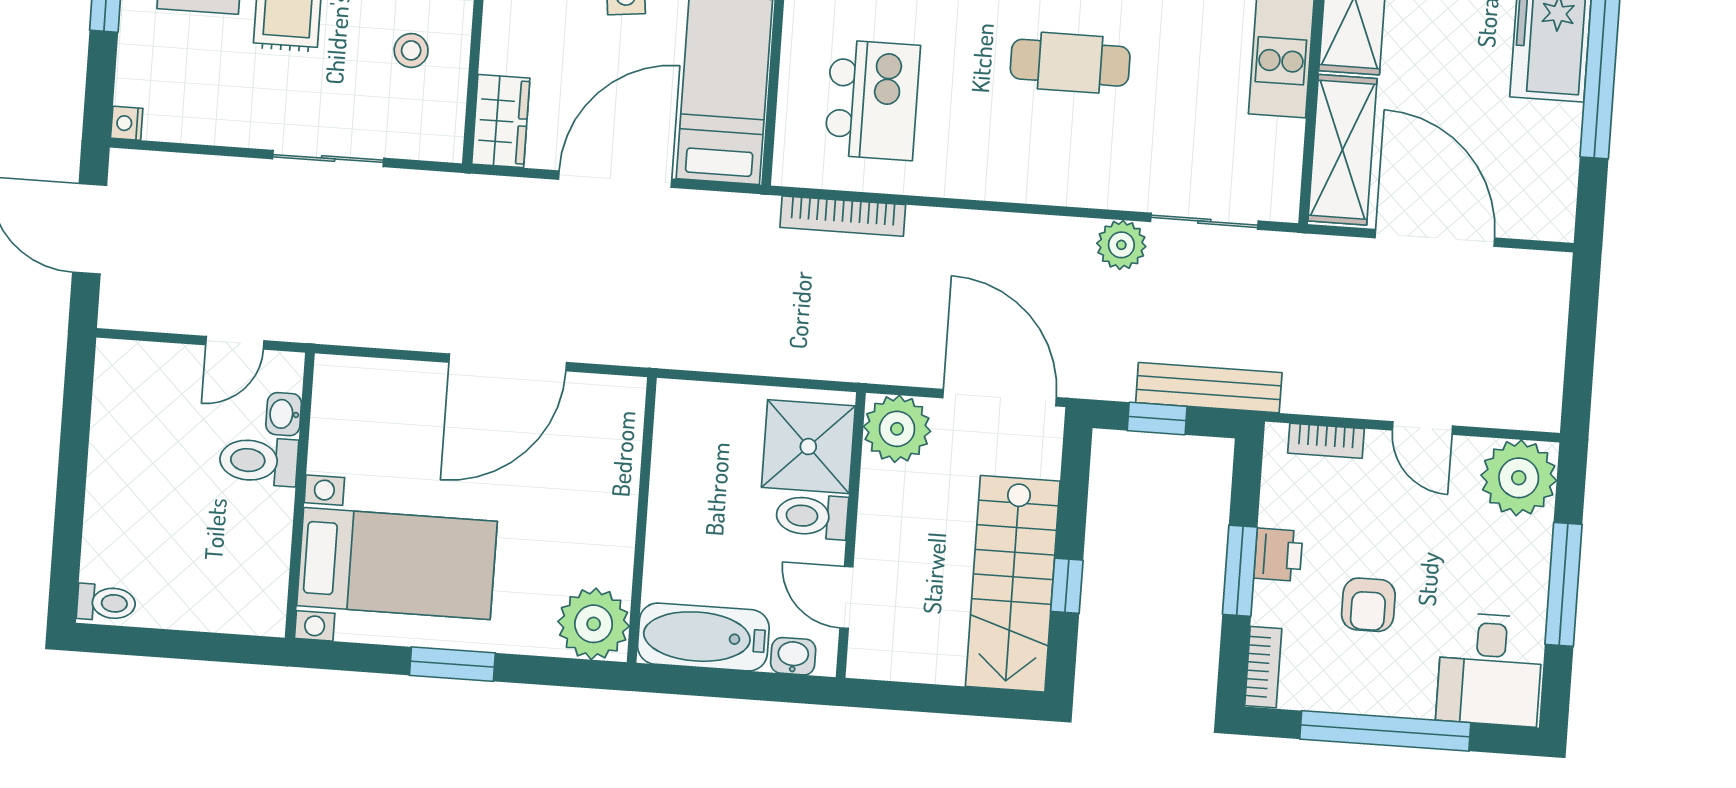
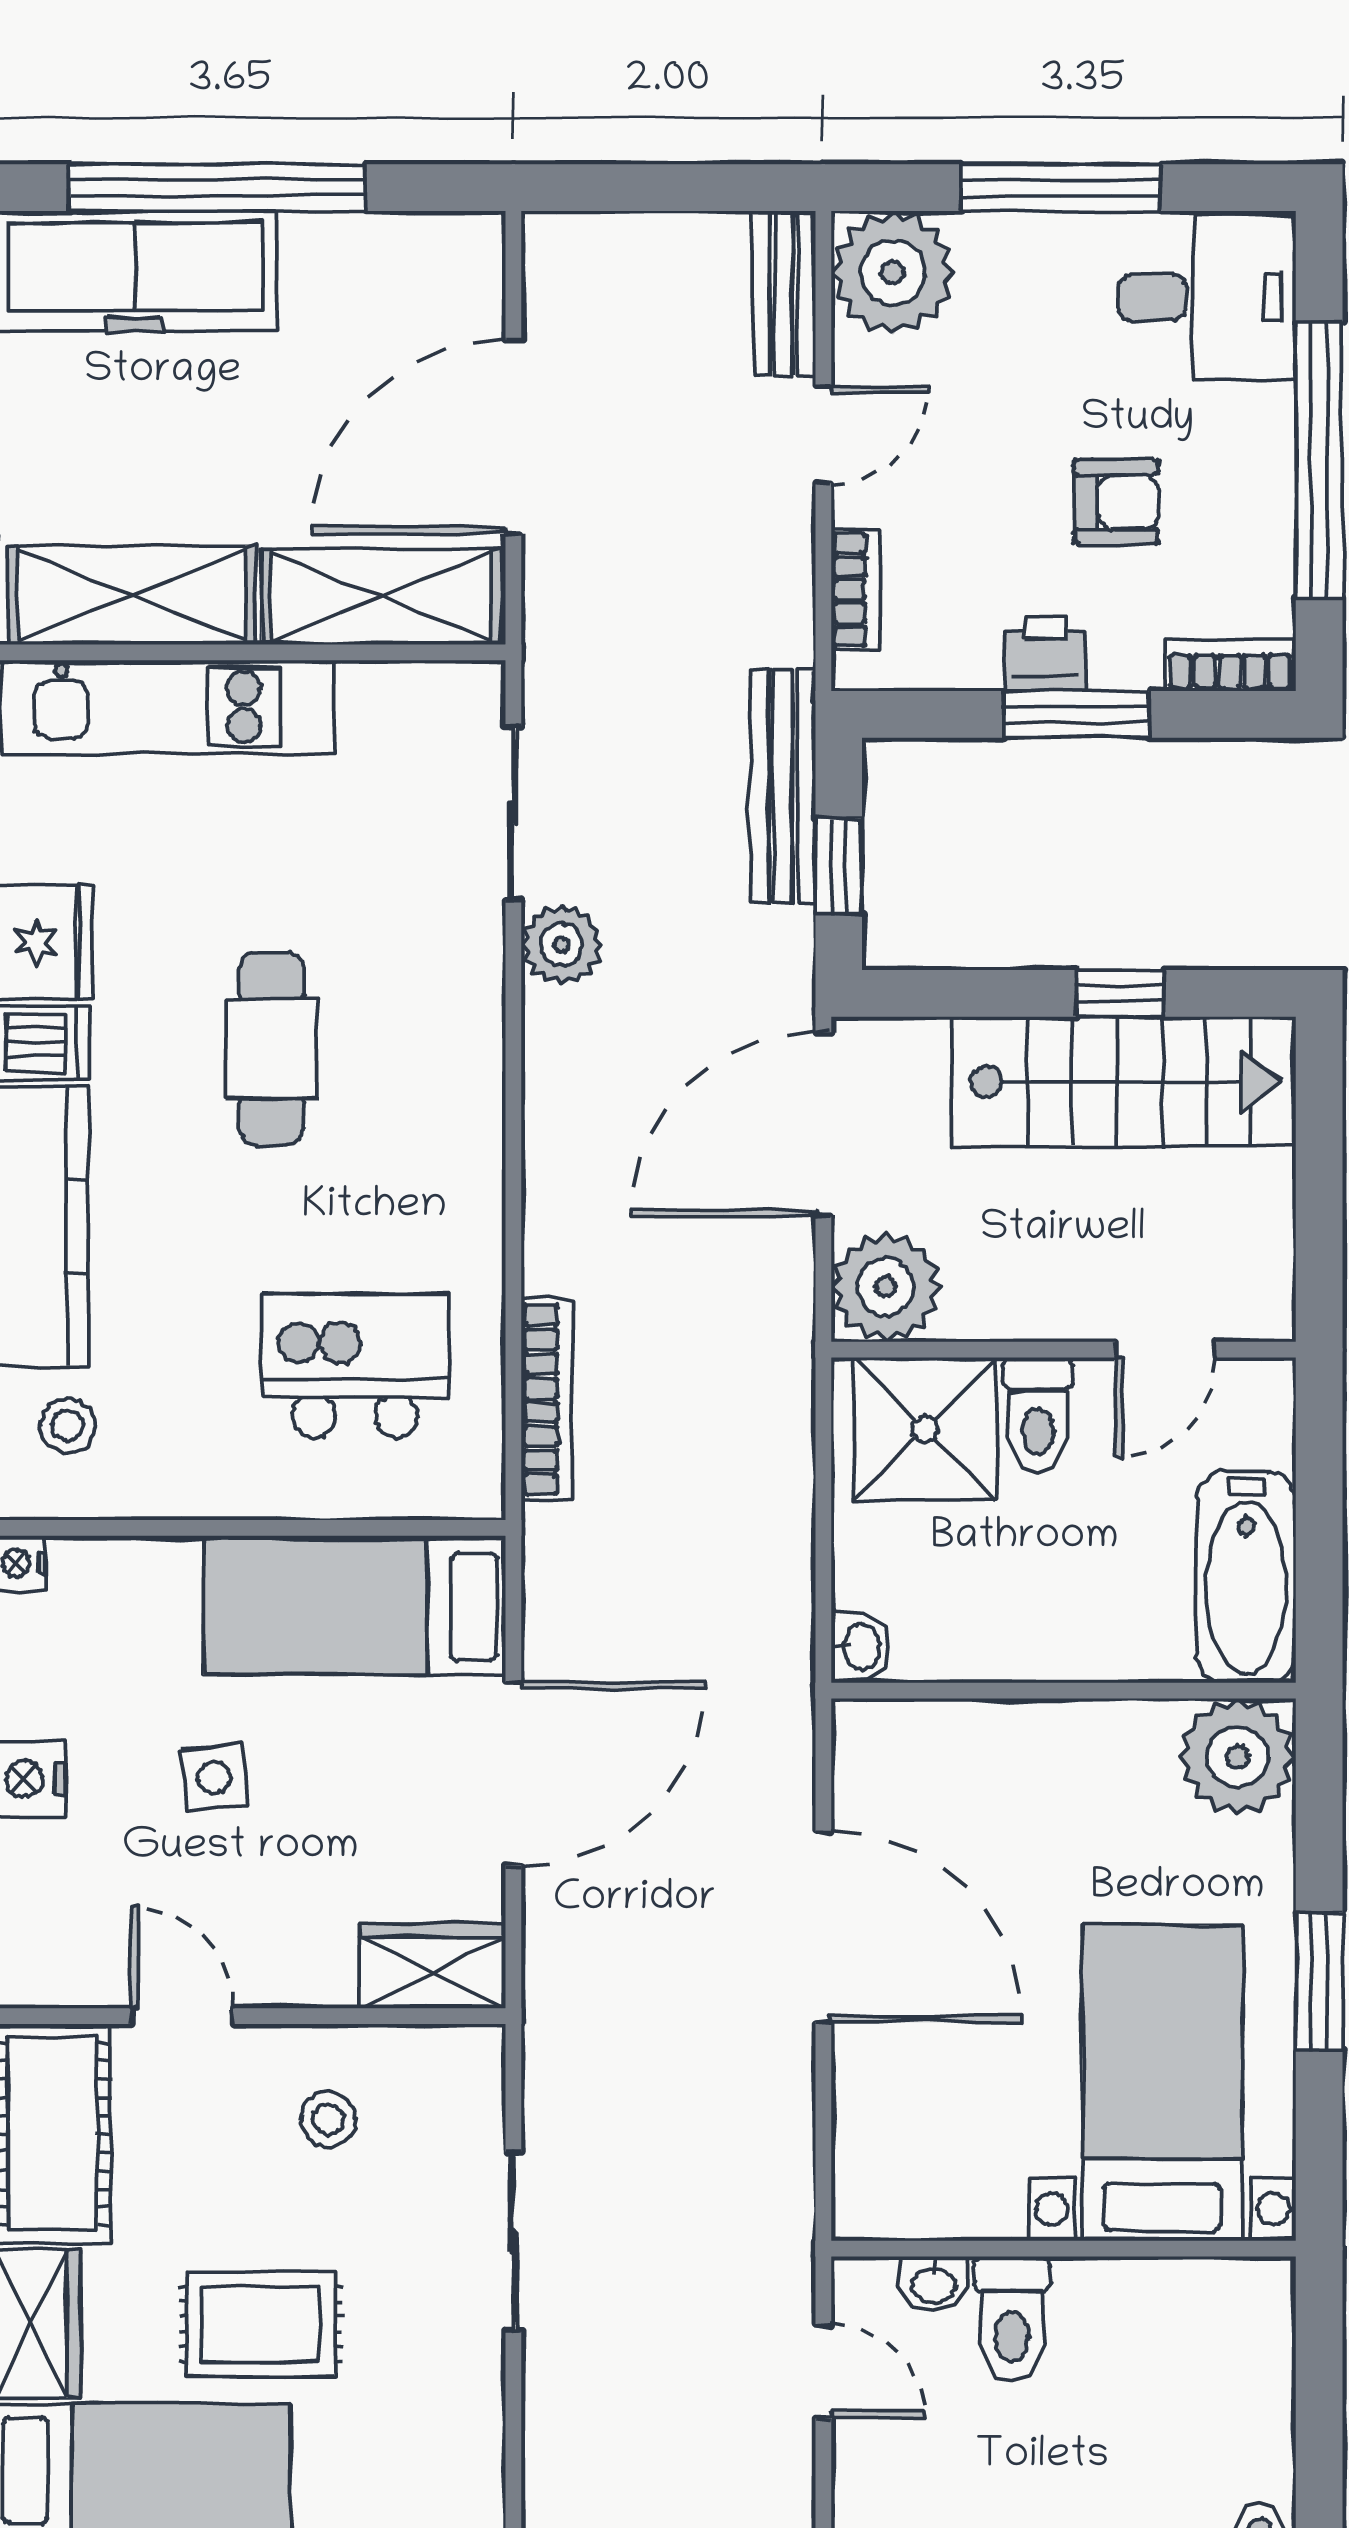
door: (615, 179) -> (513, 1774), swing flipped
bench: (1511, 410) -> (784, 294), added
washbasin: (793, 656) -> (860, 1647), moved, turned 180

